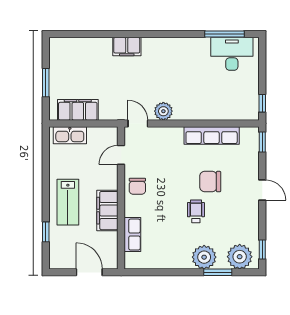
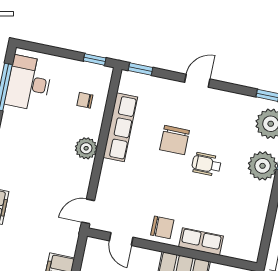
chair: (227, 102) -> (85, 100), added
plant: (163, 111) -> (86, 148), moved
row of seats: (132, 235) -> (201, 242), moved

